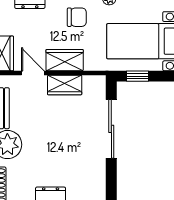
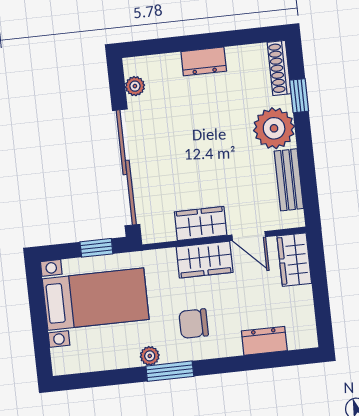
sliding door: (111, 129) -> (126, 167), width x1.36
plant: (99, 184) -> (135, 86), added

